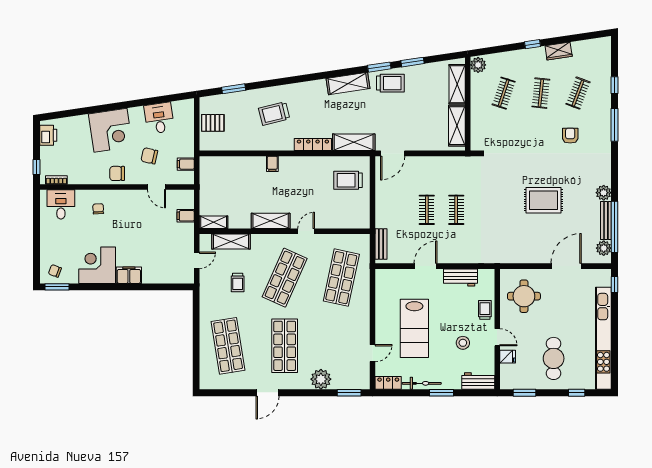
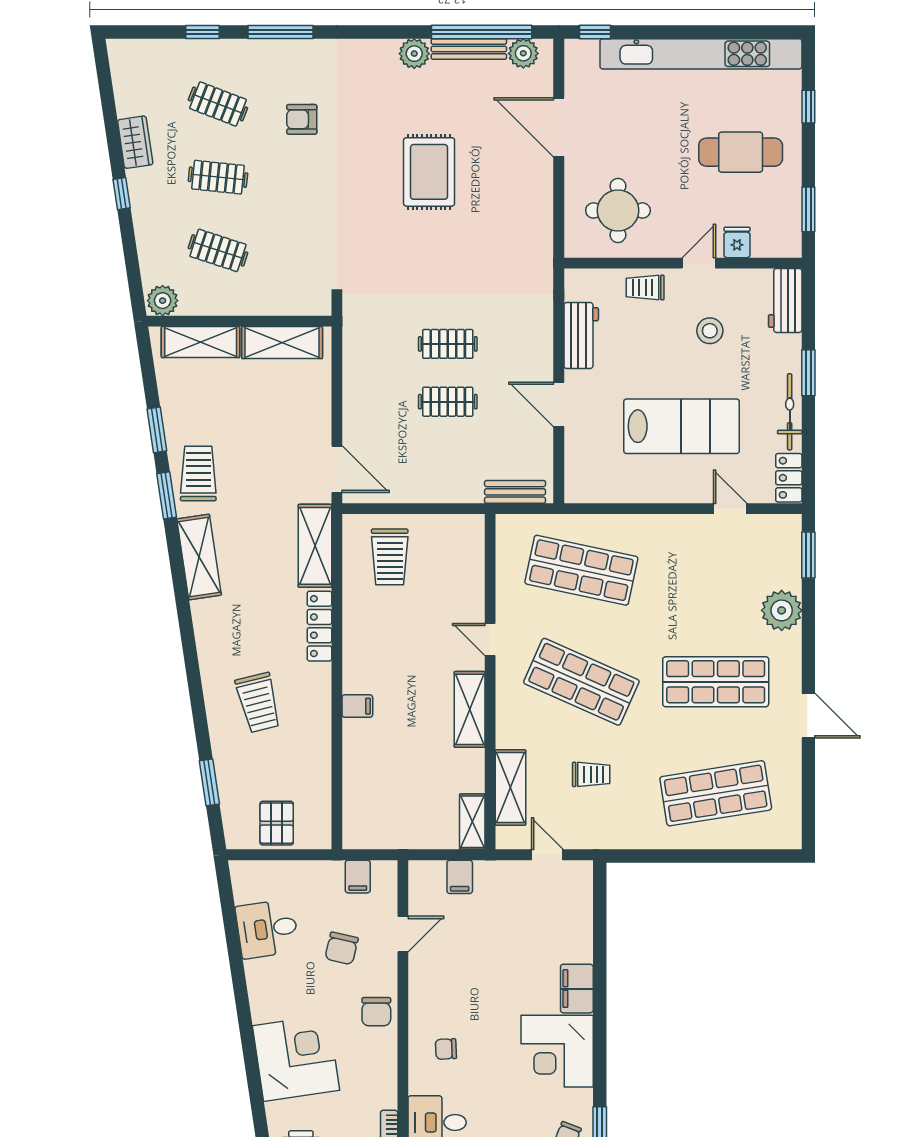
corner desk: (111, 130) -> (296, 1058), moved

